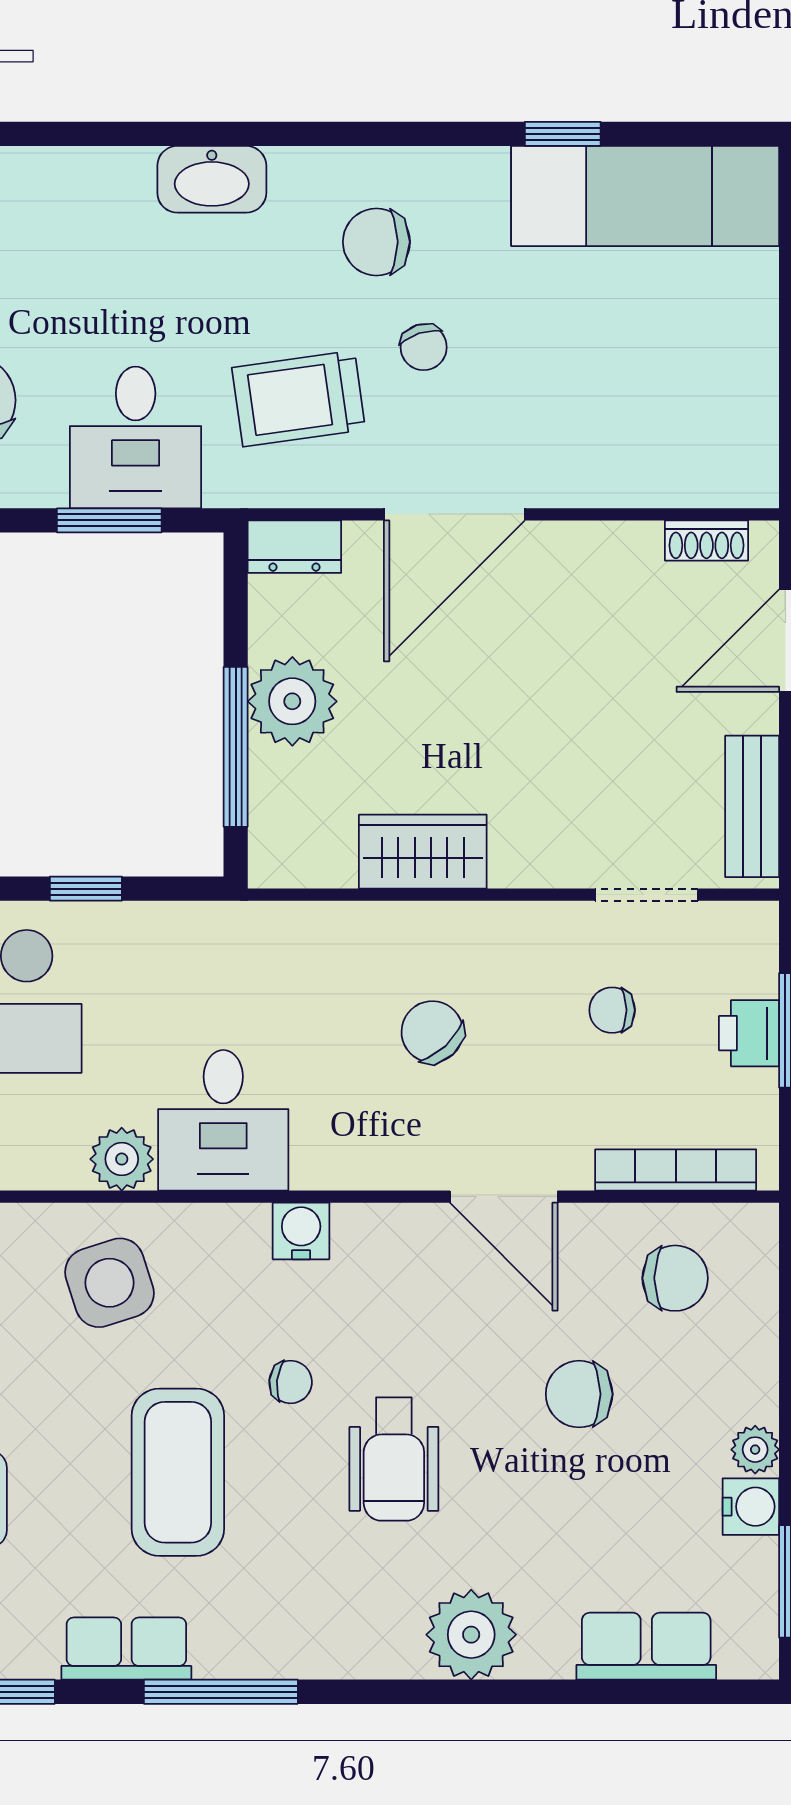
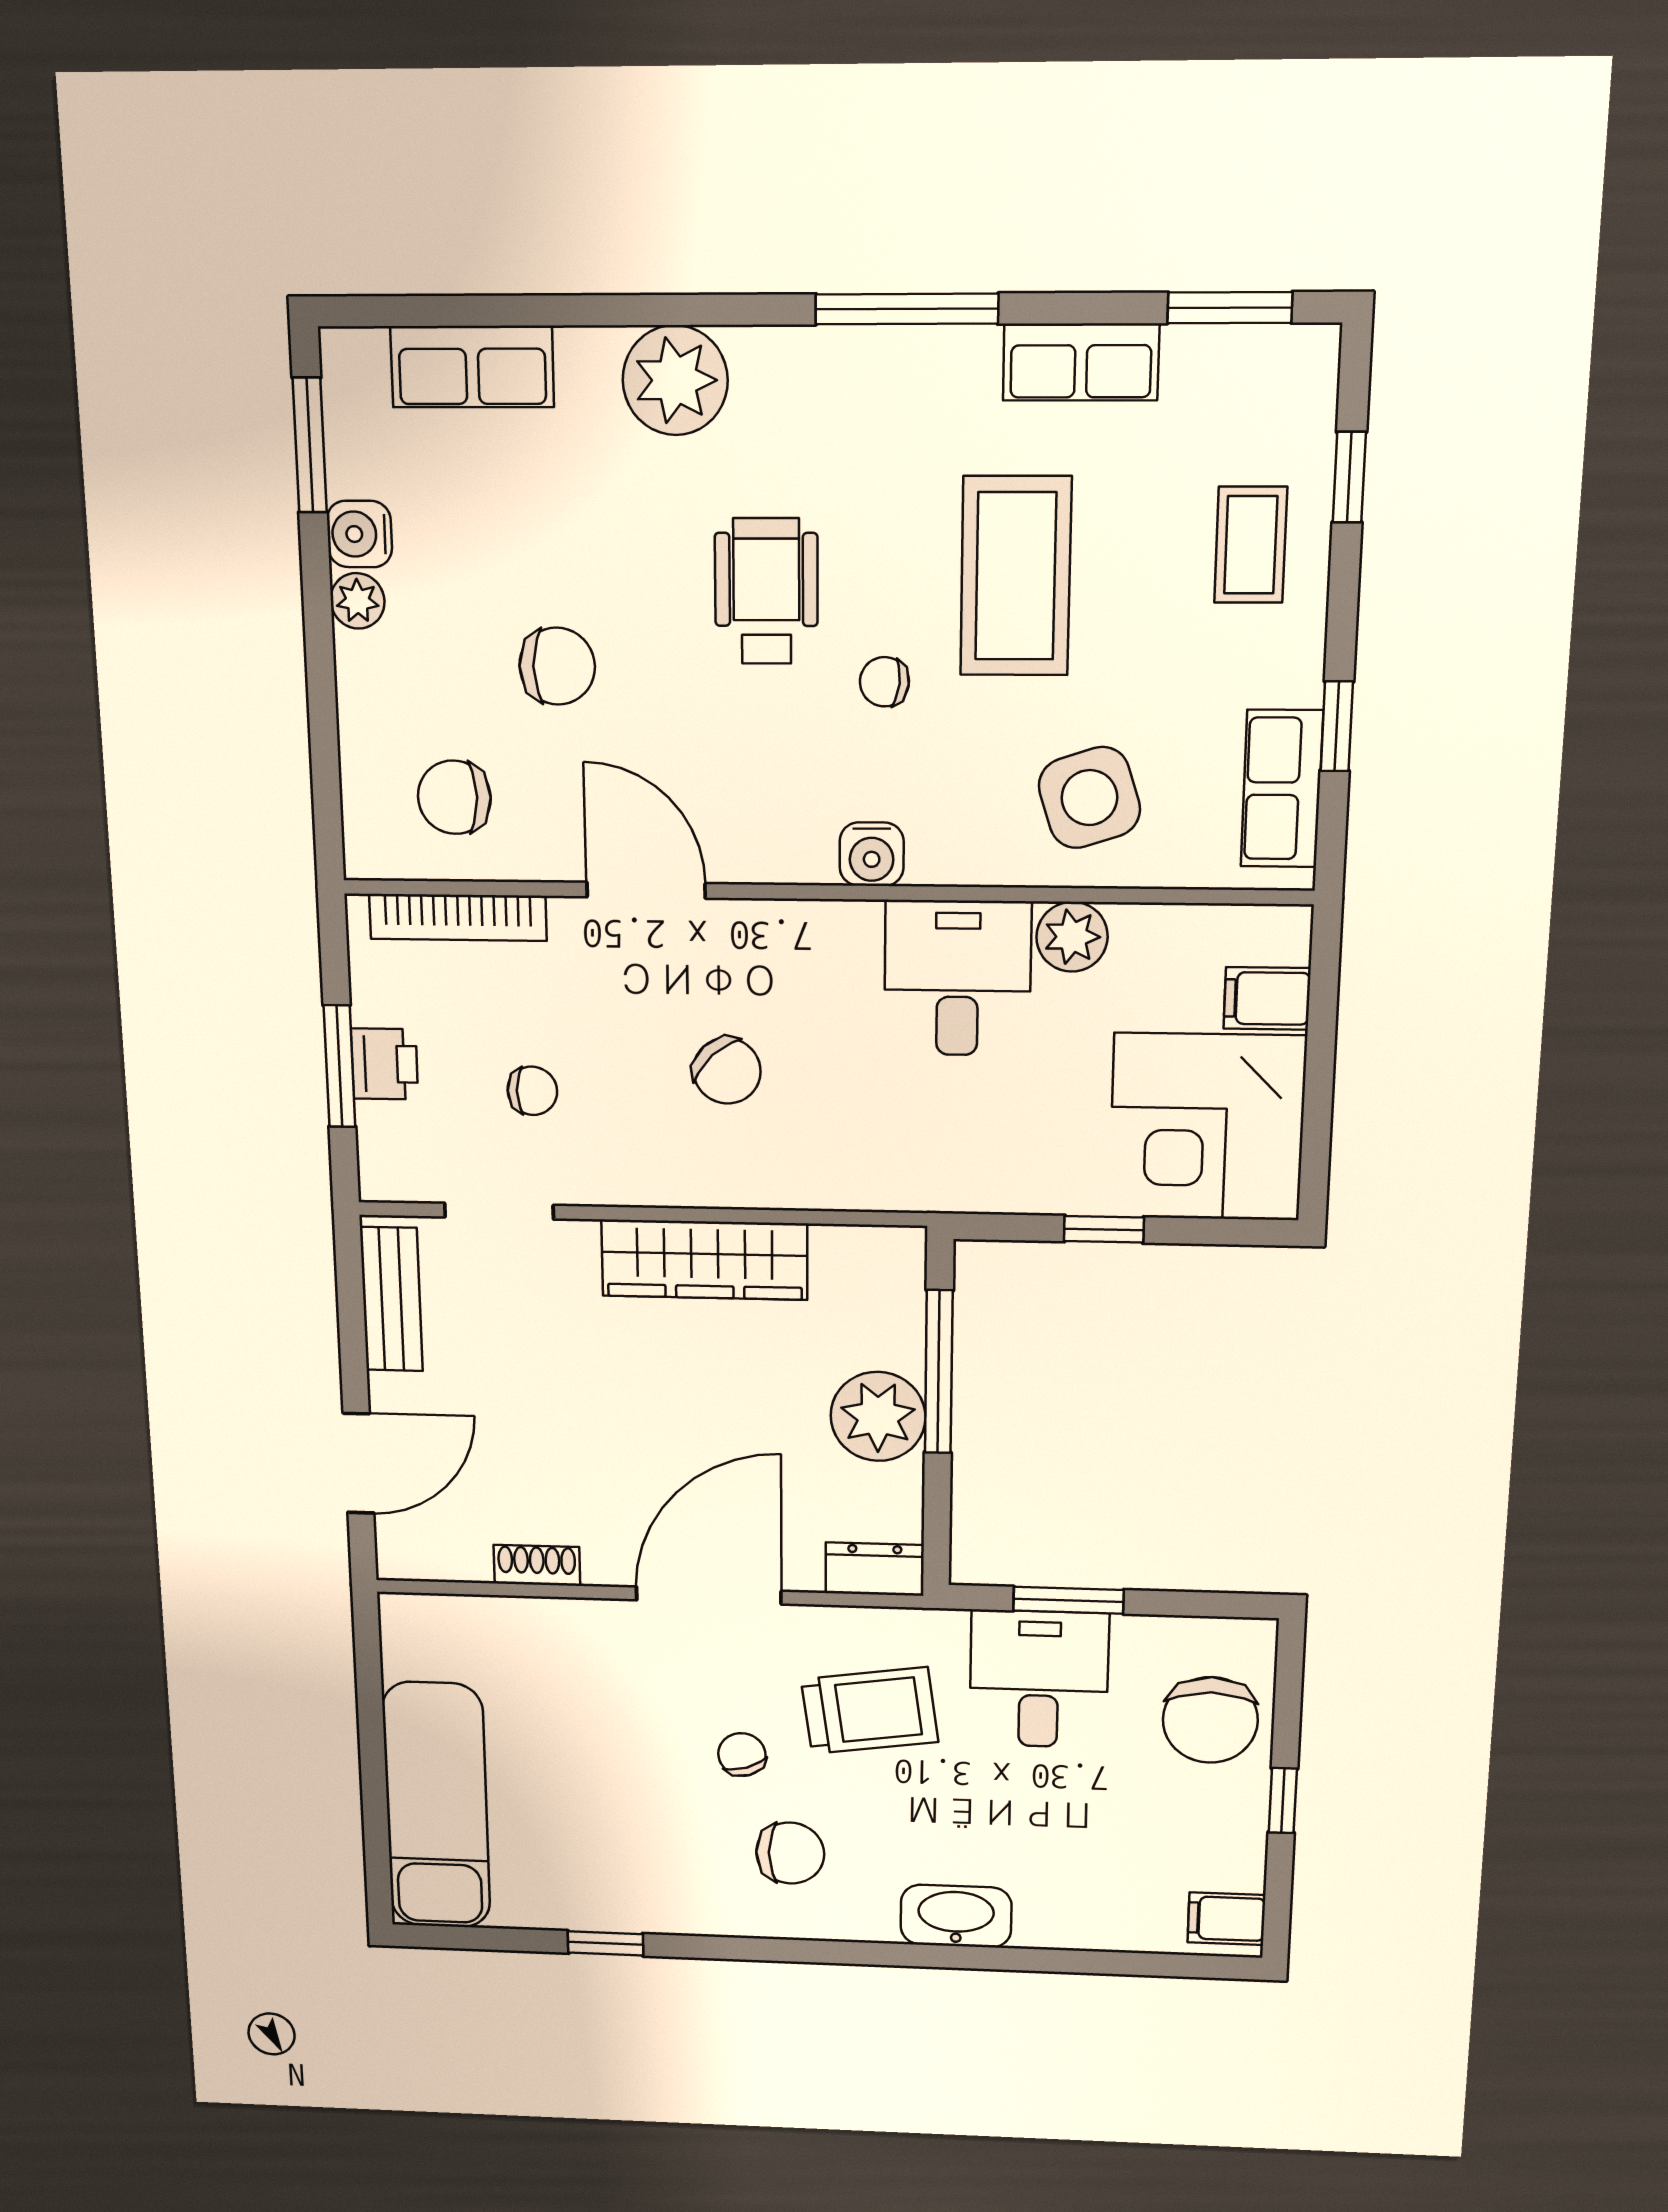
exam couch: (645, 196) -> (436, 1806), moved, turned 90
shoe rack: (706, 541) -> (537, 1565), moved
wardrobe: (423, 852) -> (704, 1260), width x1.50
window: (221, 1692) -> (907, 309), moved

